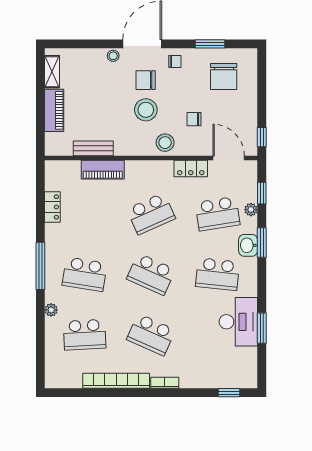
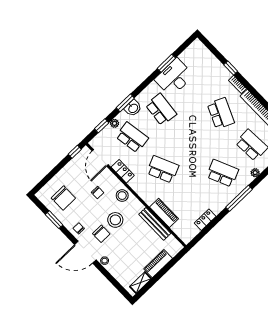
chair: (224, 77) -> (63, 198), turned 90
bench: (93, 148) -> (155, 224), width x1.36
school desk: (85, 274) -> (223, 173), turned -33
school desk: (151, 274) -> (192, 141), removed
window: (229, 393) -> (231, 68), moved

